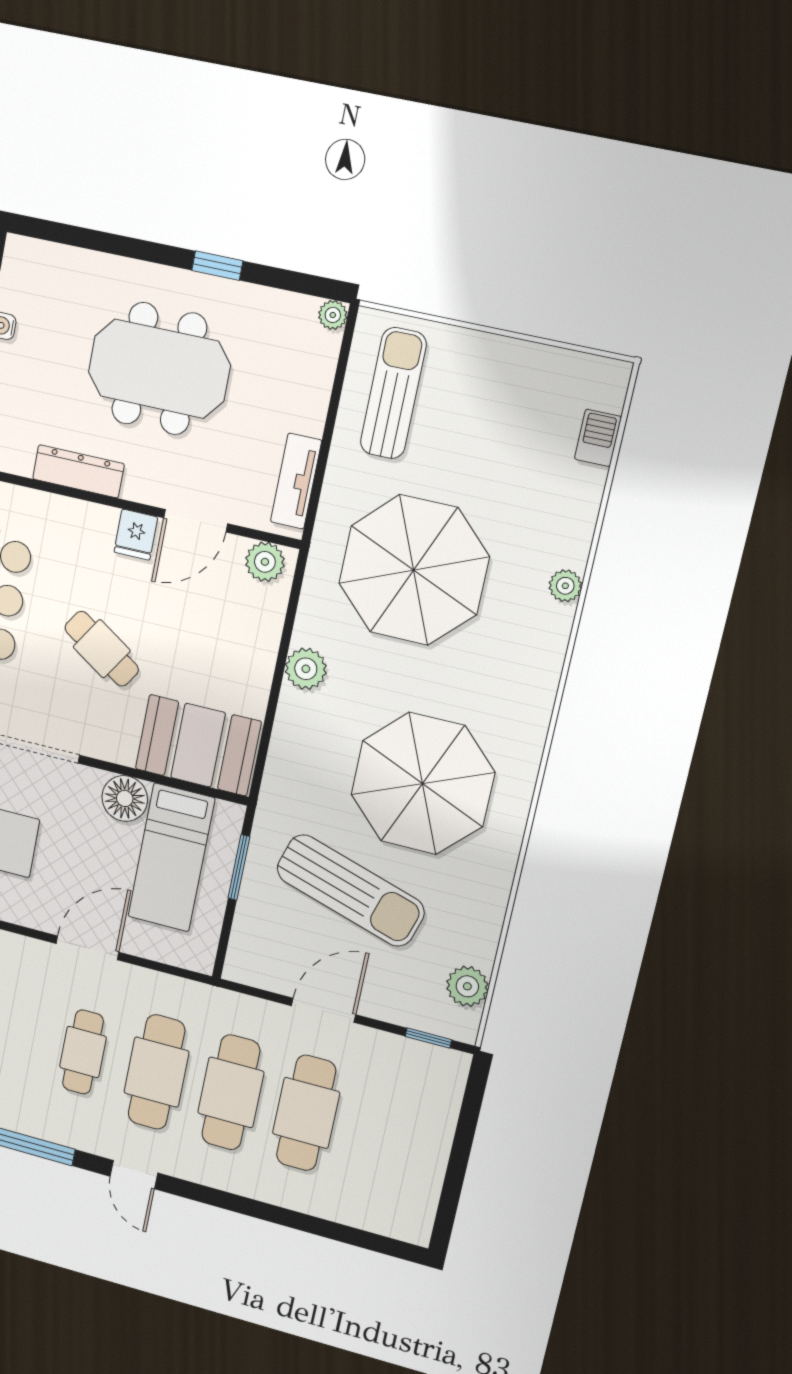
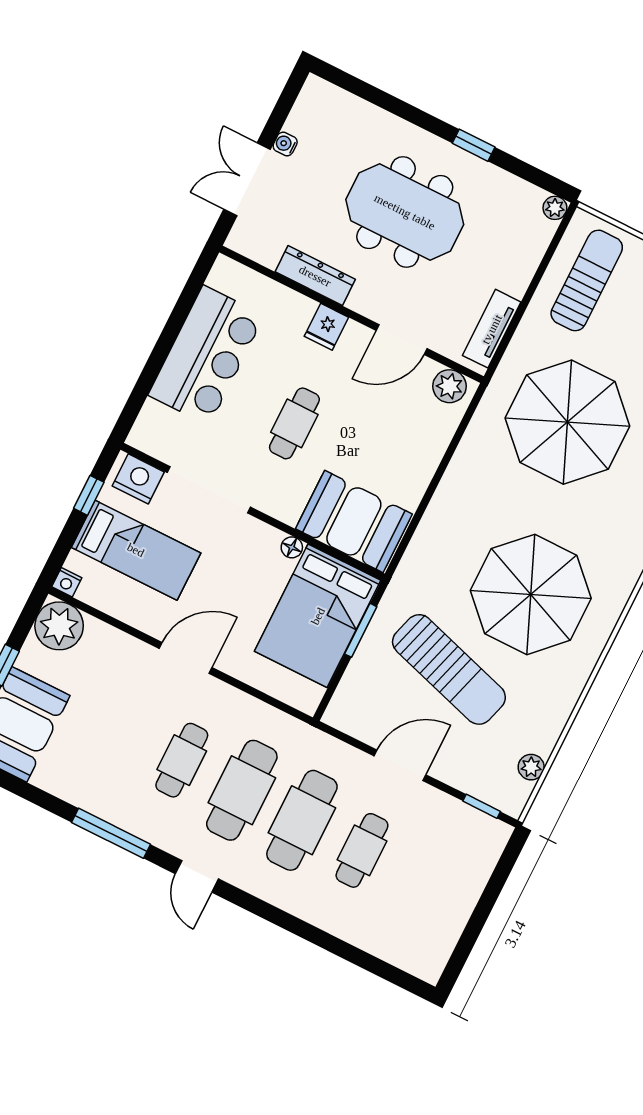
fridge: (136, 535) -> (326, 327), moved
cafe table: (102, 649) -> (294, 423), turned 57
plant: (306, 669) -> (460, 480), removed
floor lamp: (125, 798) -> (292, 547), width x0.53, depth x0.53
bed: (171, 858) -> (318, 616), width x1.50
door: (87, 948) -> (186, 658), moved
plant: (467, 986) -> (531, 767), width x0.73, depth x0.73
cafe table: (306, 1113) -> (362, 850), width x0.73, depth x0.74

